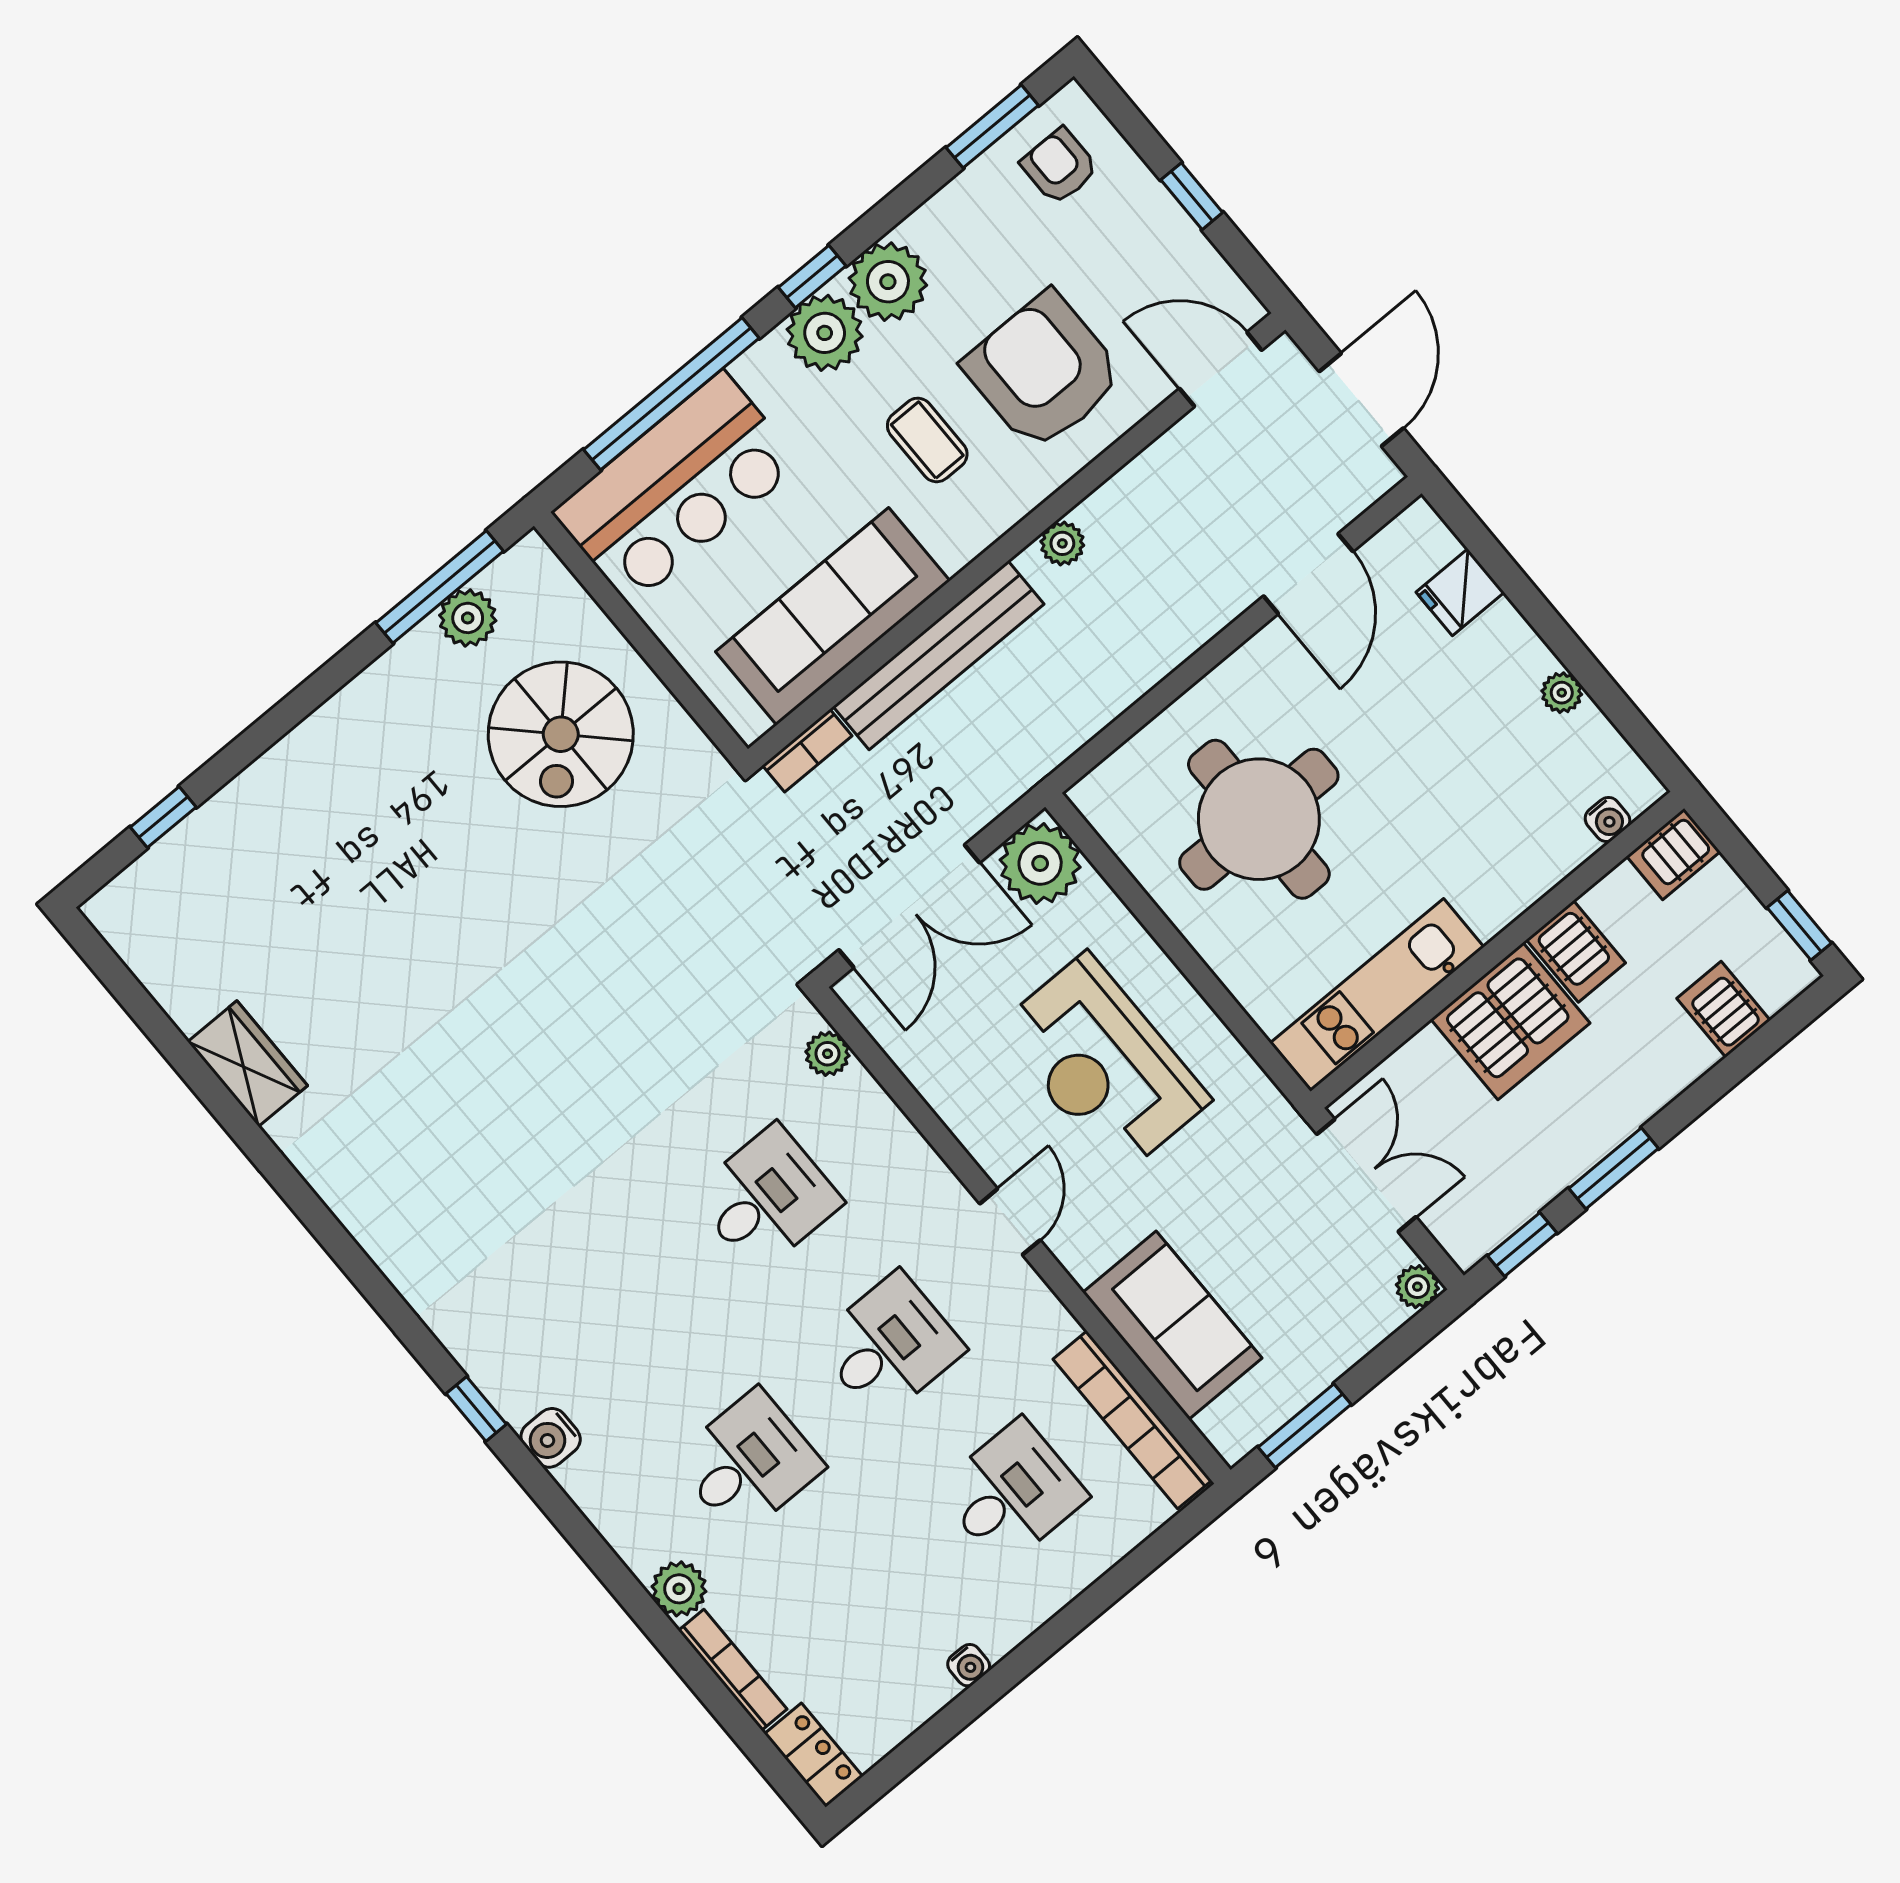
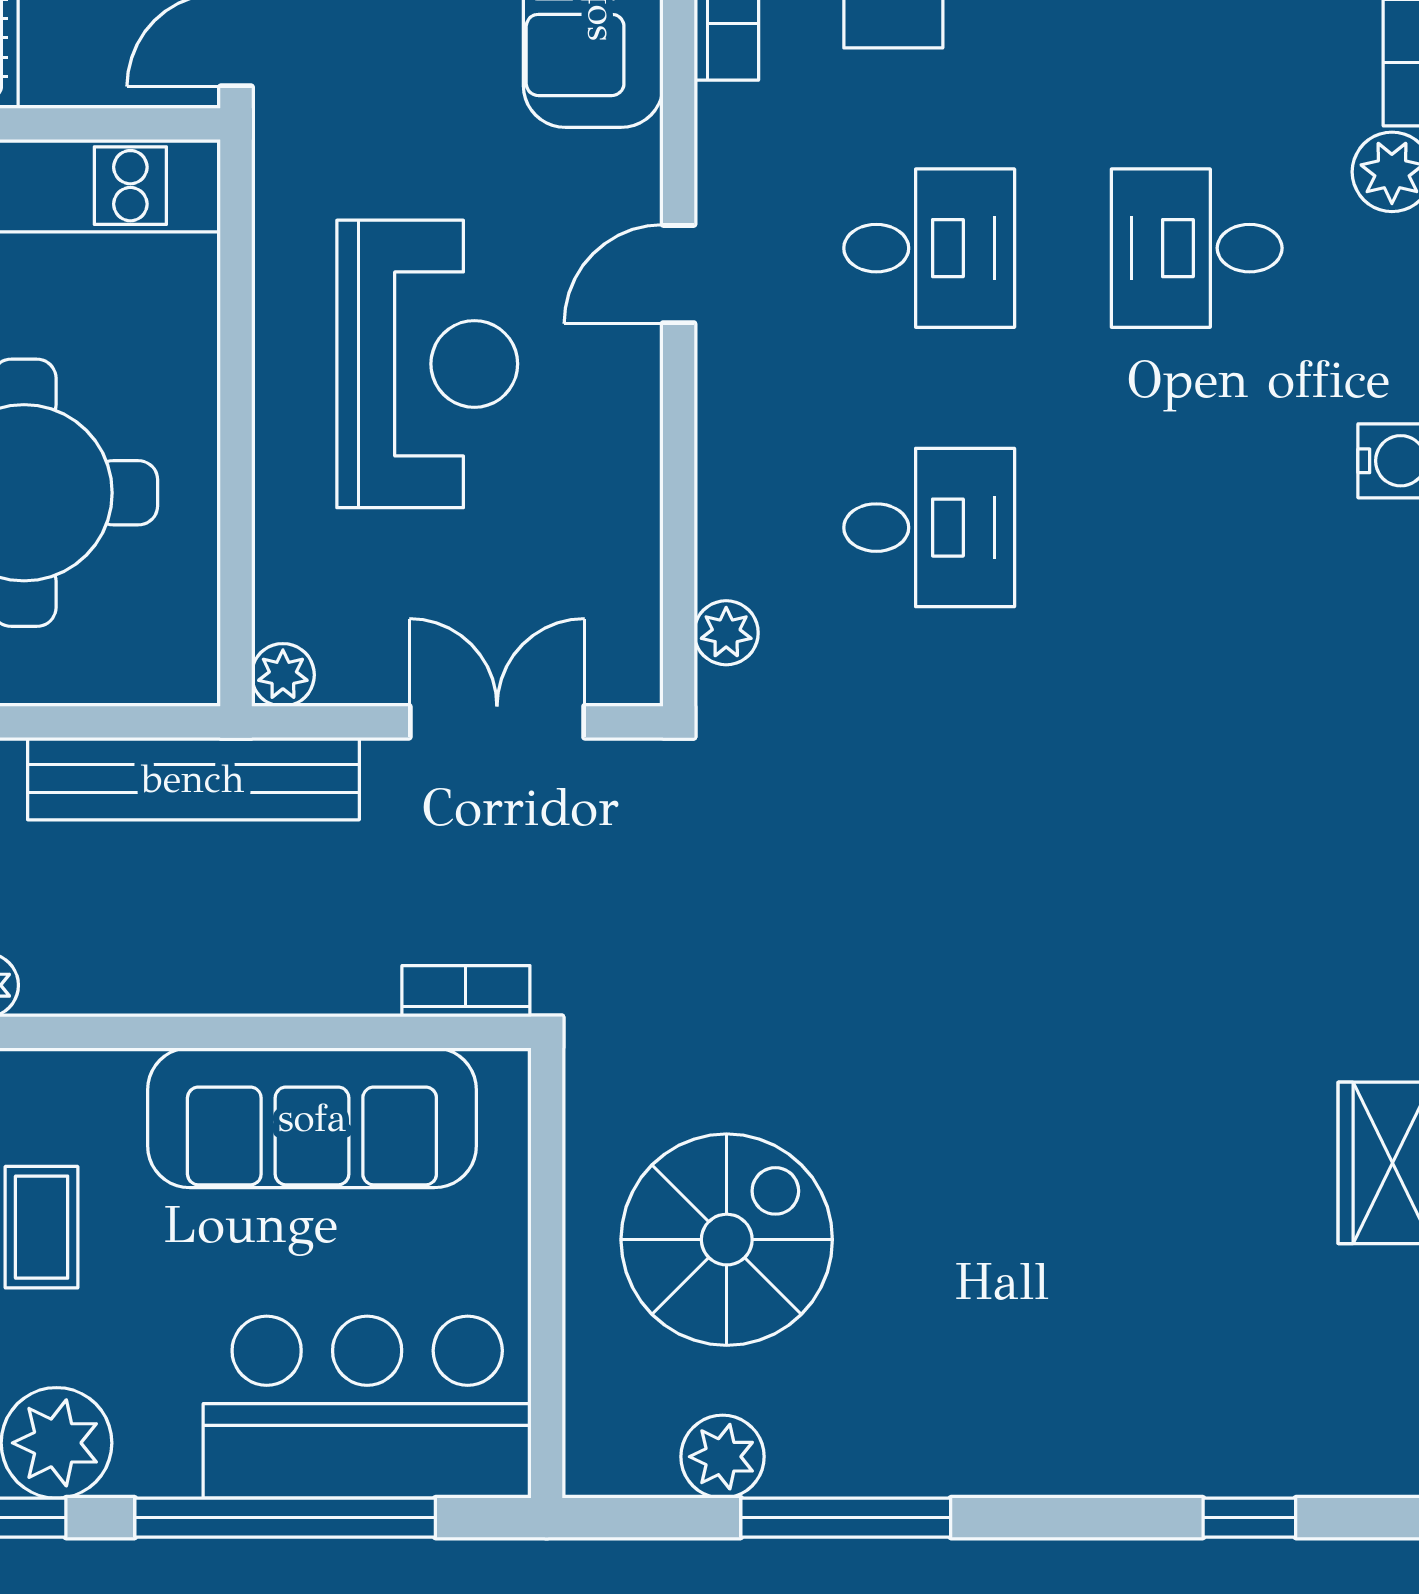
window: (440, 587) -> (846, 1518), moved
bench: (938, 655) -> (193, 779), moved
plant: (1040, 863) -> (283, 675), width x0.53, depth x0.53
double door: (909, 906) -> (497, 722), width x0.73
desk: (767, 1198) -> (929, 528), turned 180
desk: (889, 1346) -> (929, 248), turned 180

